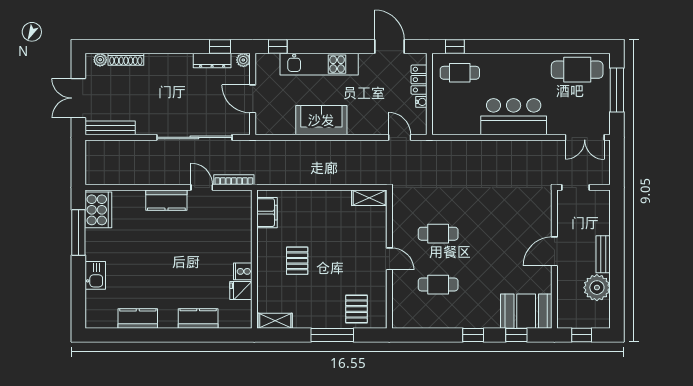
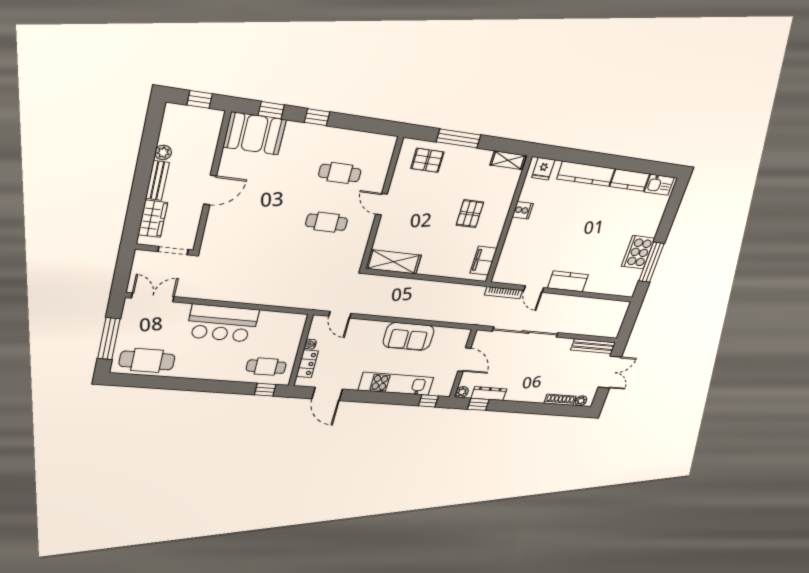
shelving: (369, 198) -> (394, 262), width x1.50, depth x1.33
cooker: (98, 210) -> (638, 252), moved
wardrobe: (600, 217) -> (153, 219), added
kitchen sink: (95, 275) -> (659, 185), moved, turned -90
plant: (597, 288) -> (163, 153), width x0.53, depth x0.53
fridge: (241, 291) -> (543, 169), moved, turned 90
pallet: (357, 309) -> (427, 160), turned 90
kitchen counter: (198, 318) -> (586, 174), width x1.50

